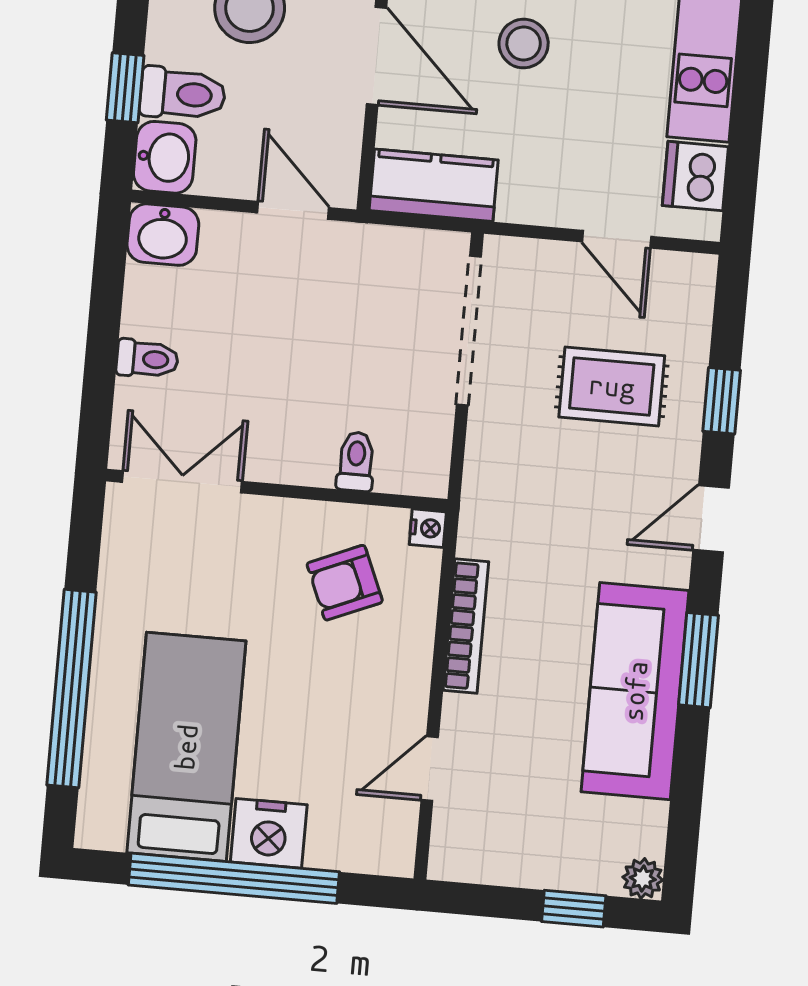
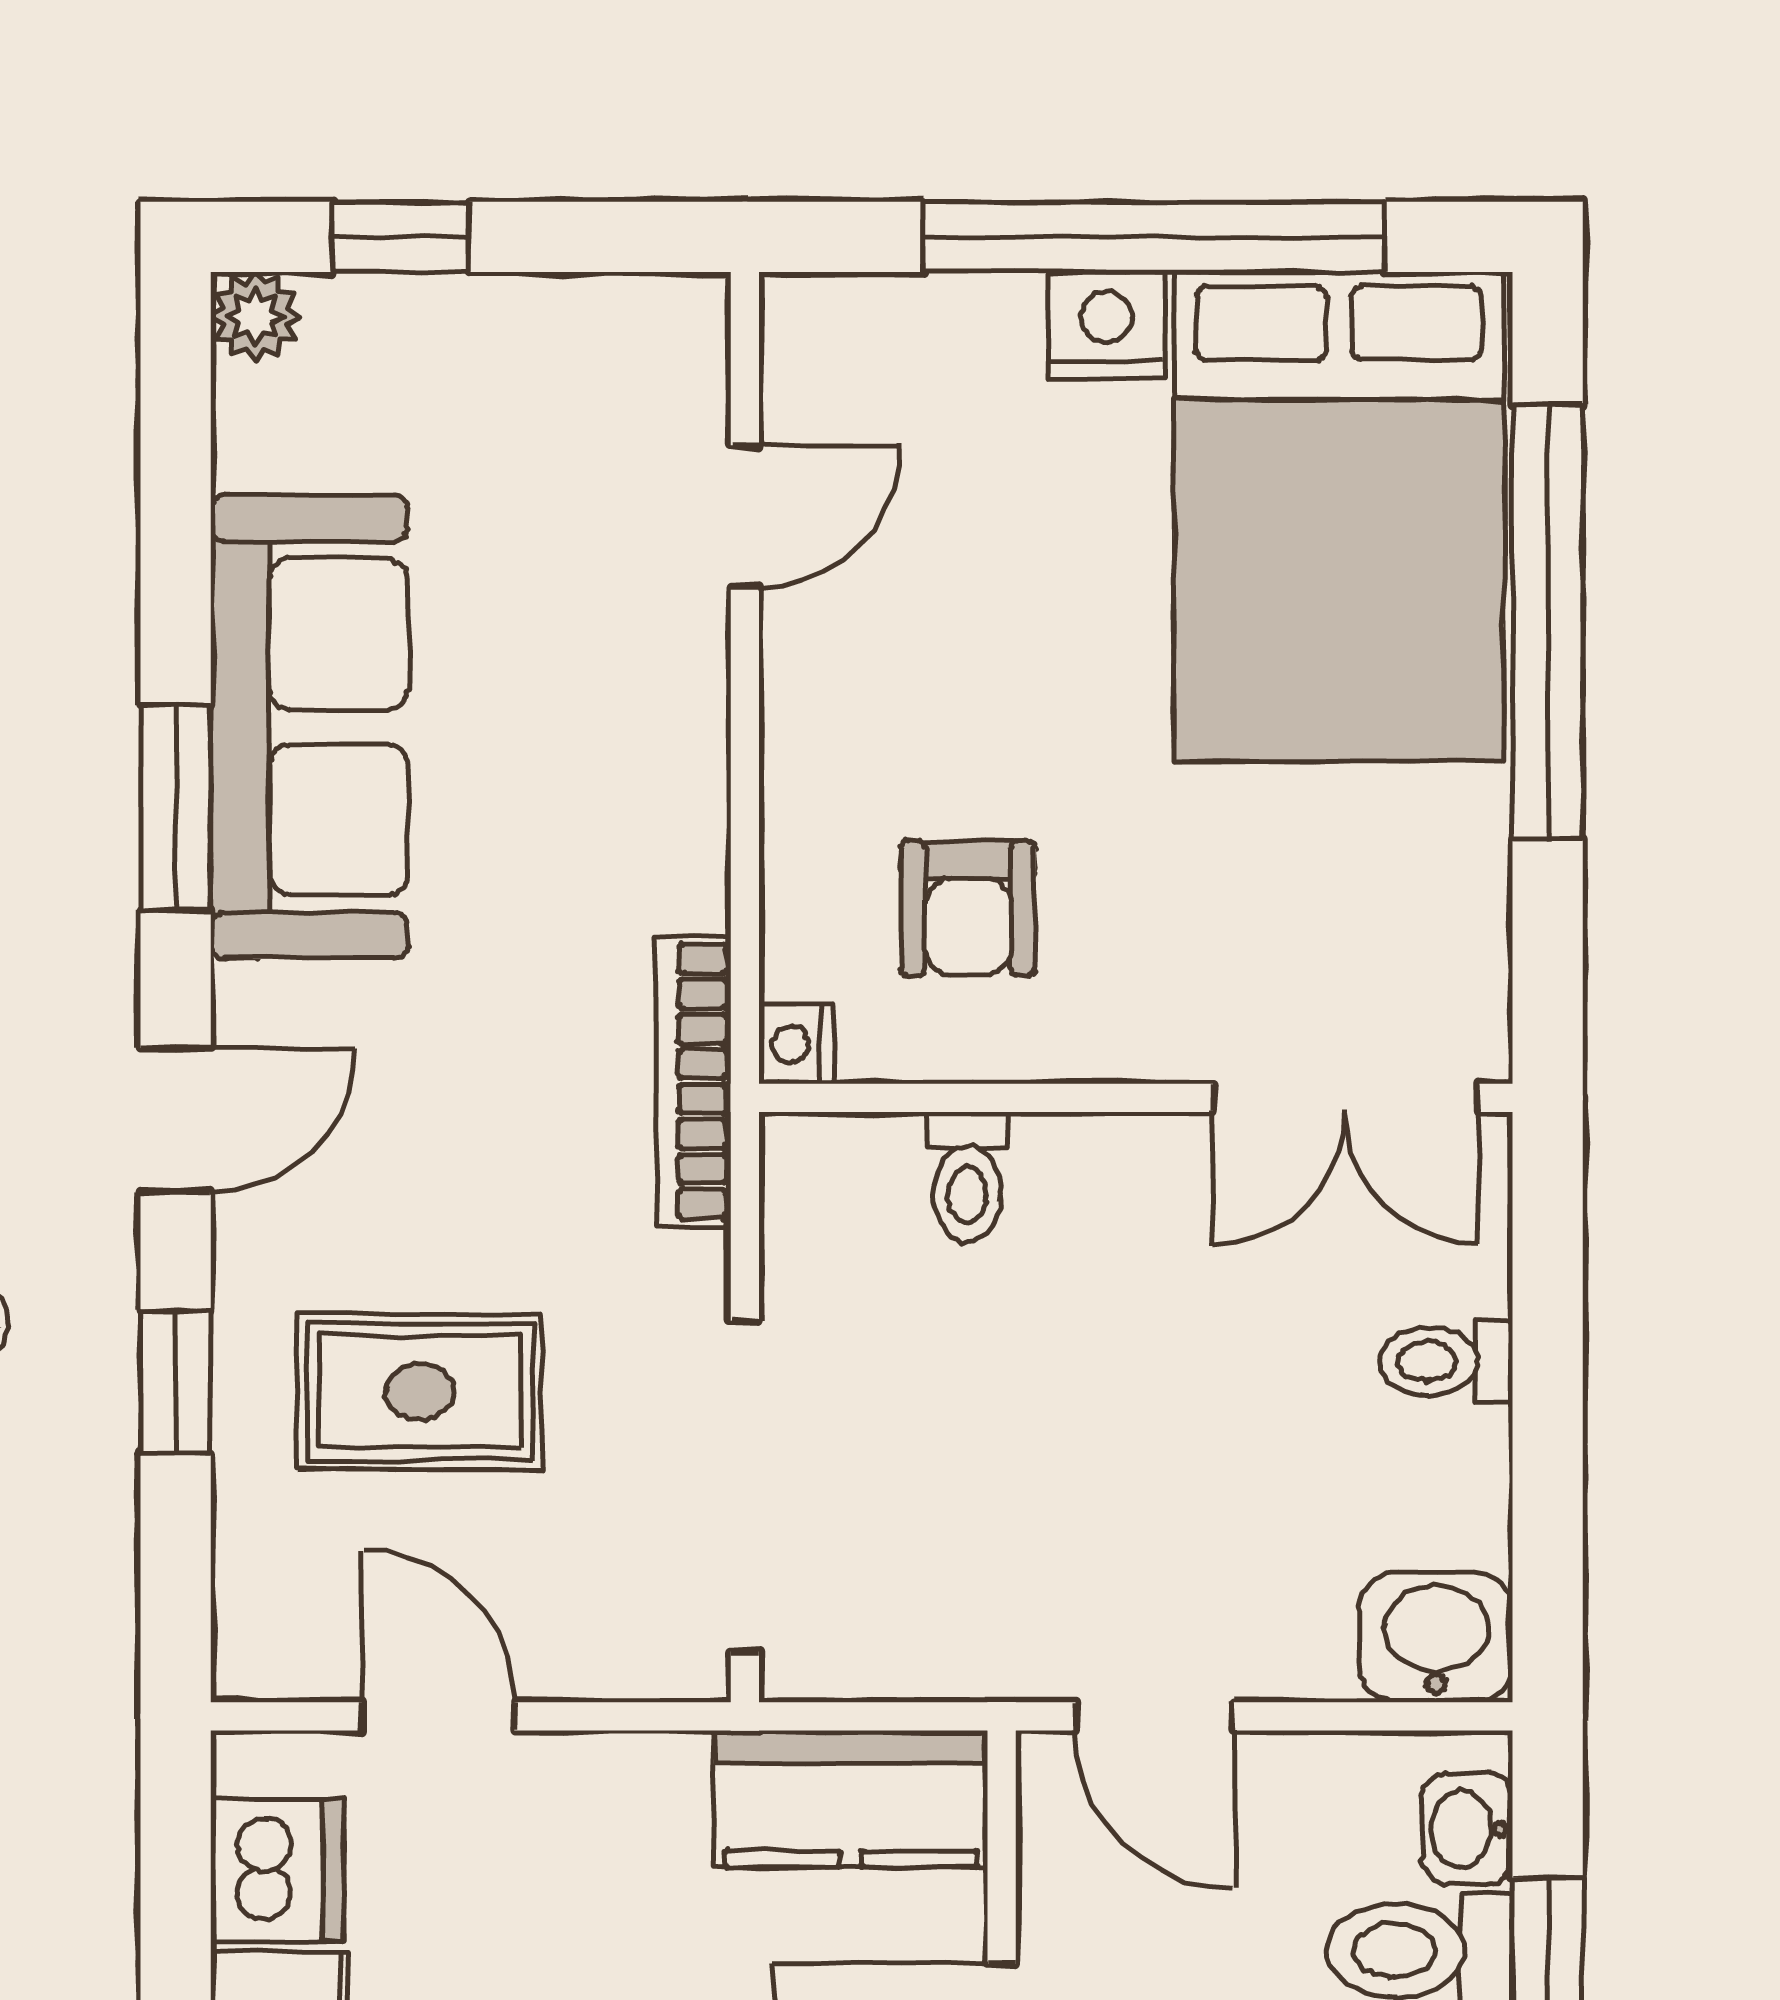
washbasin: (165, 157) -> (1467, 1829), width x0.72, depth x0.69
armchair: (345, 583) -> (968, 908), turned 113
bookcase: (466, 626) -> (694, 1082), moved
bed: (186, 747) -> (1339, 516), width x1.50
nightstand: (269, 833) -> (1107, 325), width x0.74, depth x0.75

